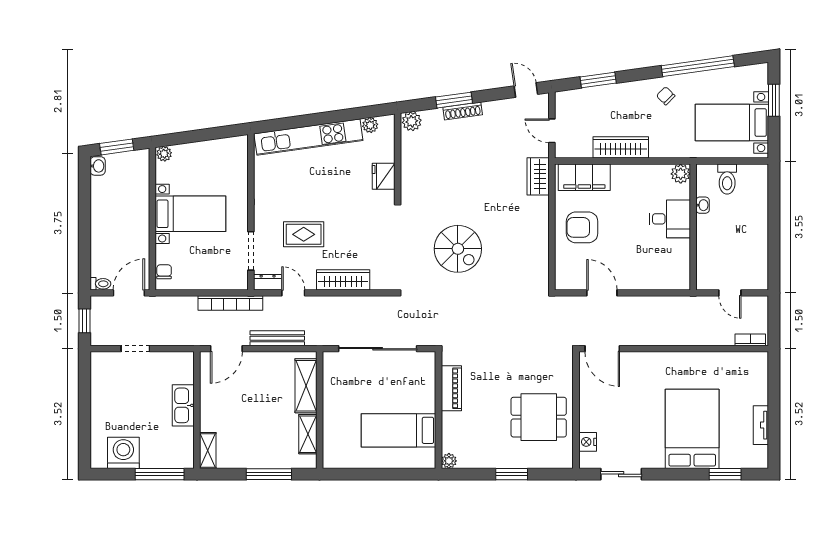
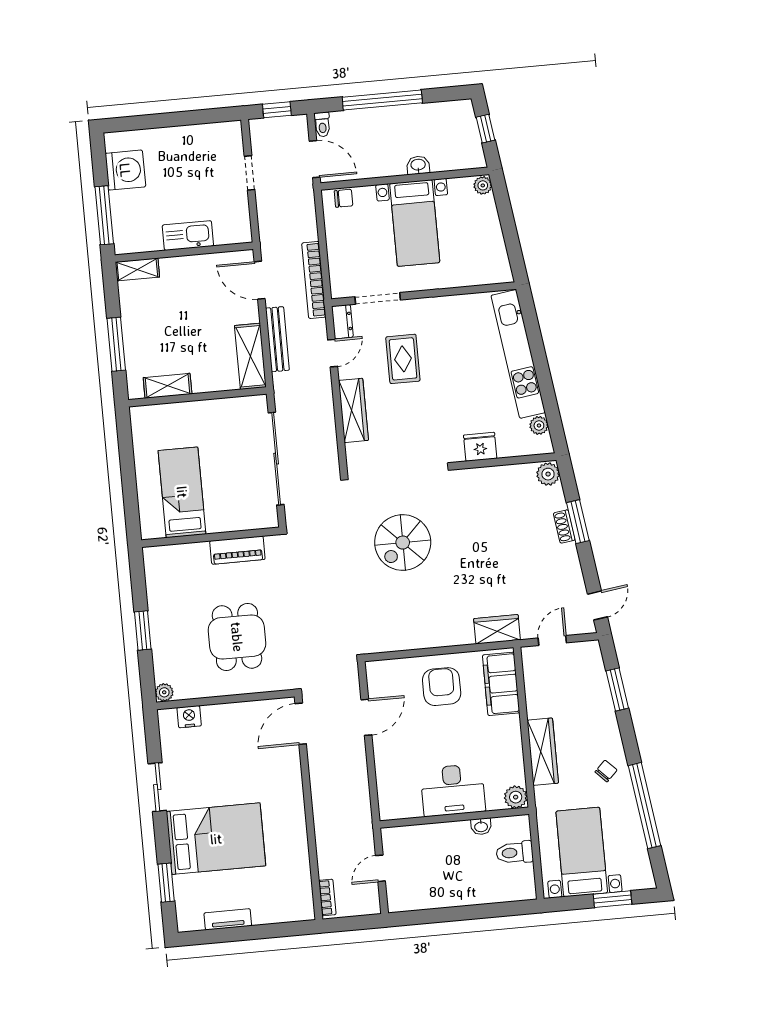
shoe rack: (463, 111) -> (564, 526), width x0.70
window: (117, 147) -> (486, 129), width x0.67
wardrobe: (621, 147) -> (543, 752), moved
washbasin: (98, 166) -> (418, 165), moved, turned 180
desk: (670, 219) -> (453, 790), width x1.37
window: (84, 231) -> (382, 100), added
shelving: (306, 386) -> (250, 356), moved, turned 90
dining table: (539, 417) -> (237, 637), moved
plant: (449, 461) -> (164, 692), moved
sliding door: (621, 474) -> (157, 787), moved

